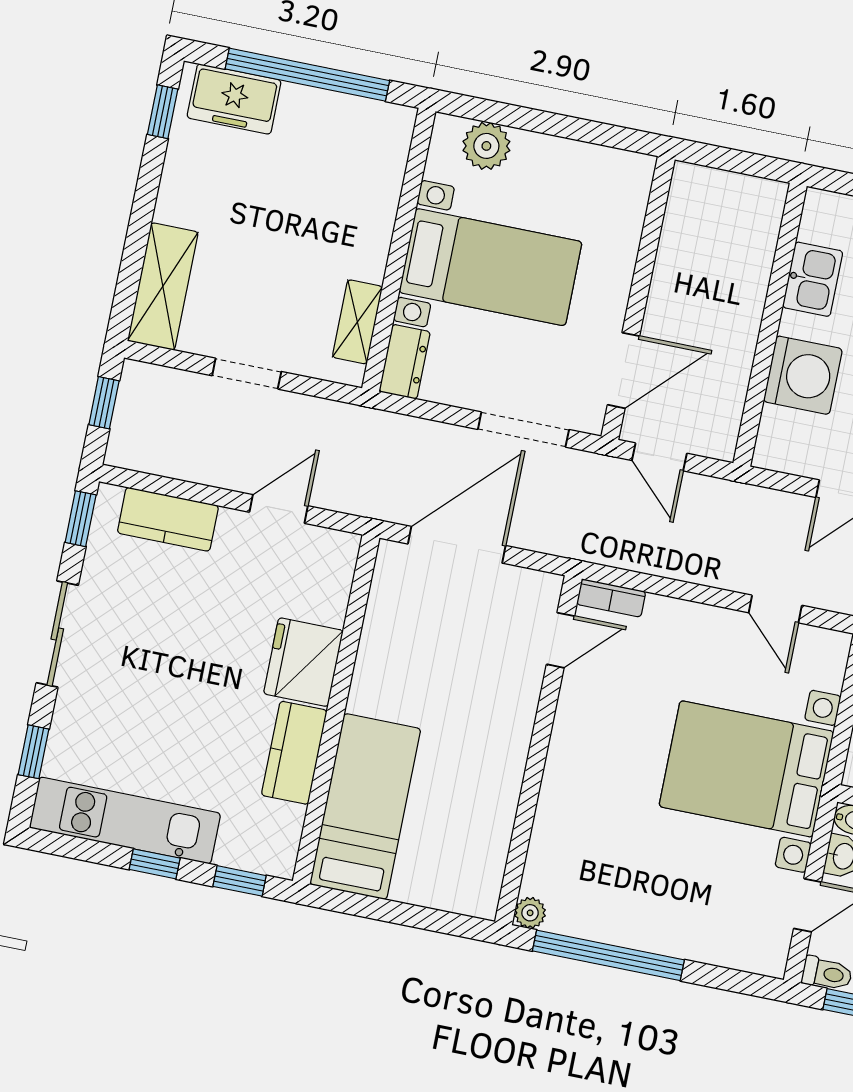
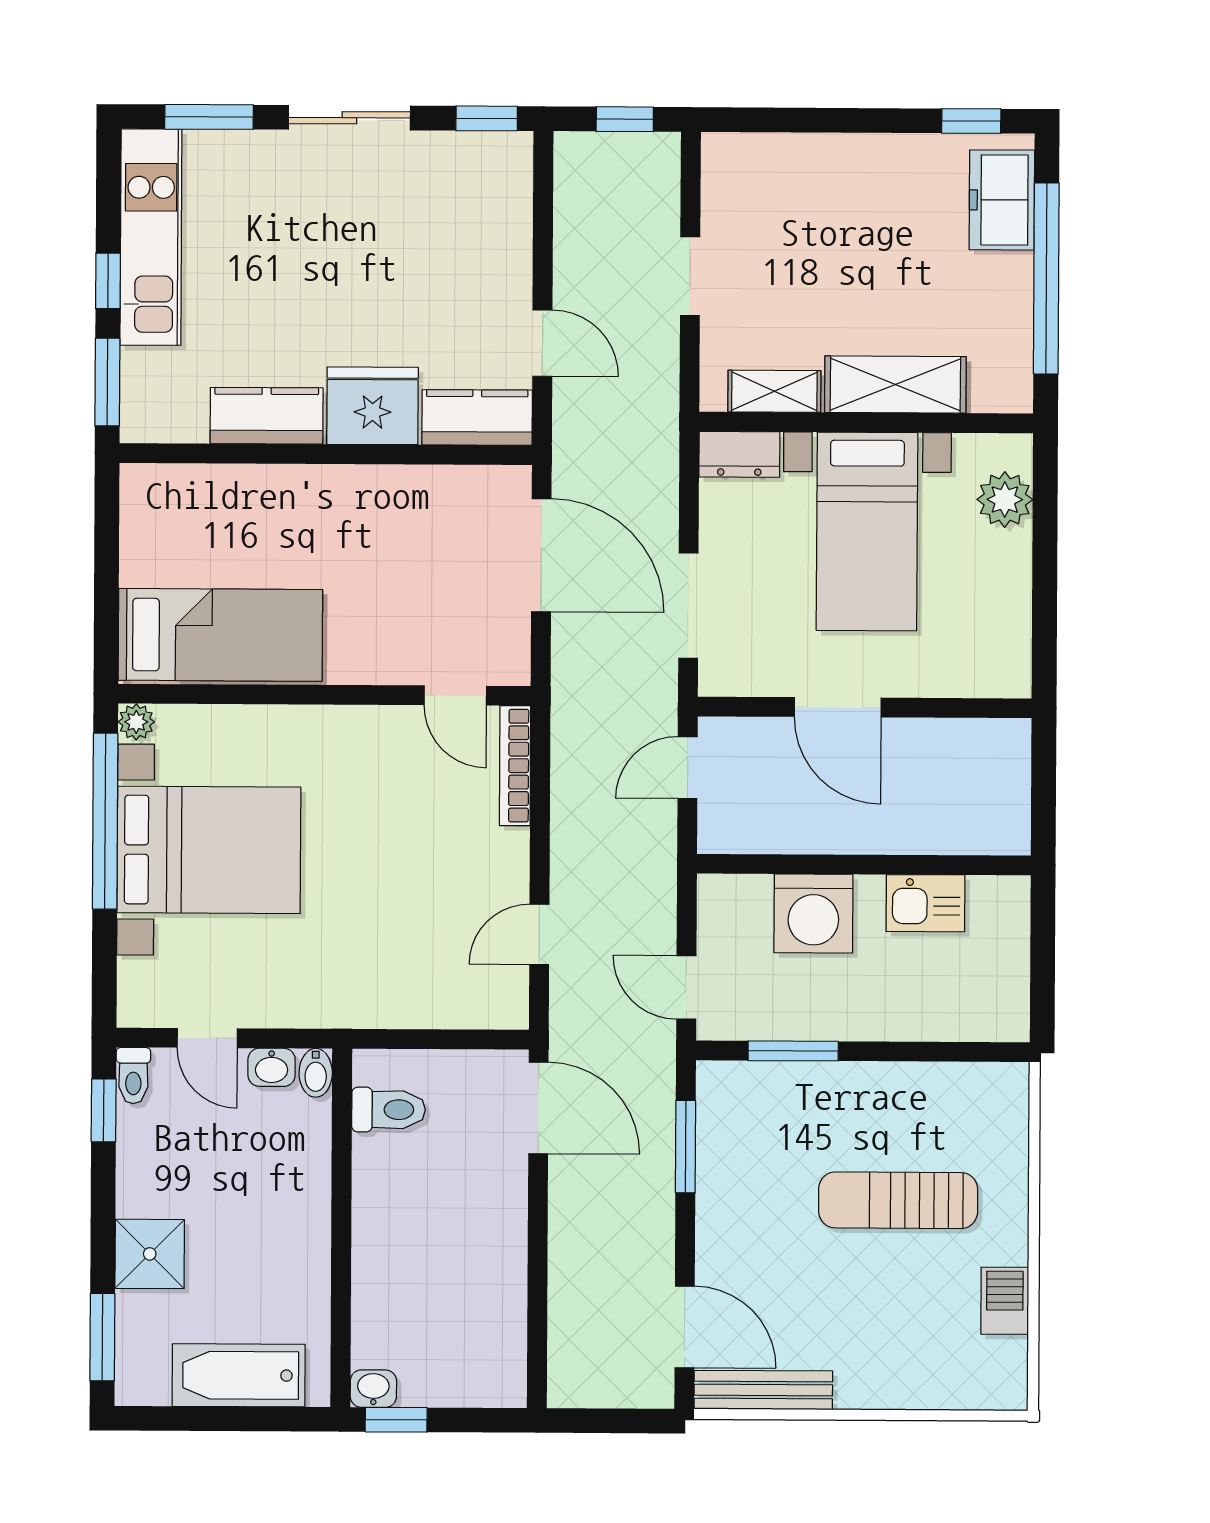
shelving: (163, 286) -> (895, 385), moved
door: (623, 370) -> (838, 707), moved
kitchen counter: (168, 519) -> (477, 417), moved, turned 90
bookcase: (611, 598) -> (515, 766), width x1.56
window: (34, 752) -> (209, 117), width x1.50
bed with nightstands: (746, 769) -> (209, 850), moved, turned 90
bed: (365, 807) -> (220, 635), moved
window: (240, 881) -> (107, 382), width x1.50

